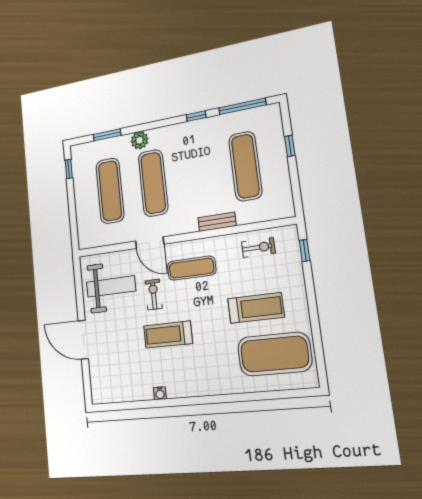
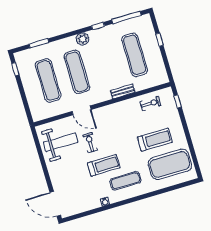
plant: (139, 140) -> (82, 39), moved
exercise mat: (192, 268) -> (125, 181), moved
treadmill: (168, 335) -> (104, 165), turned 180
door: (83, 340) -> (55, 204), moved

